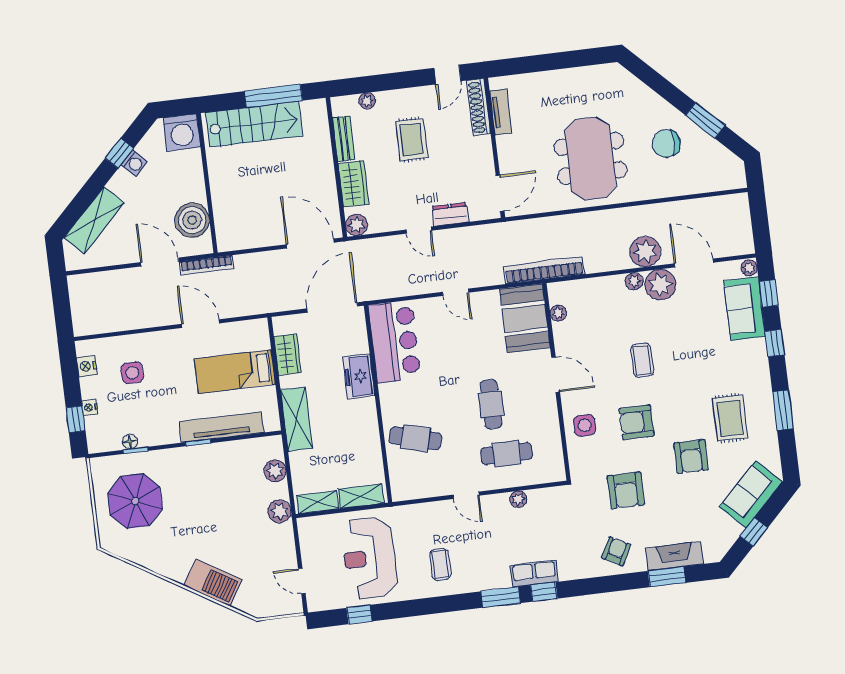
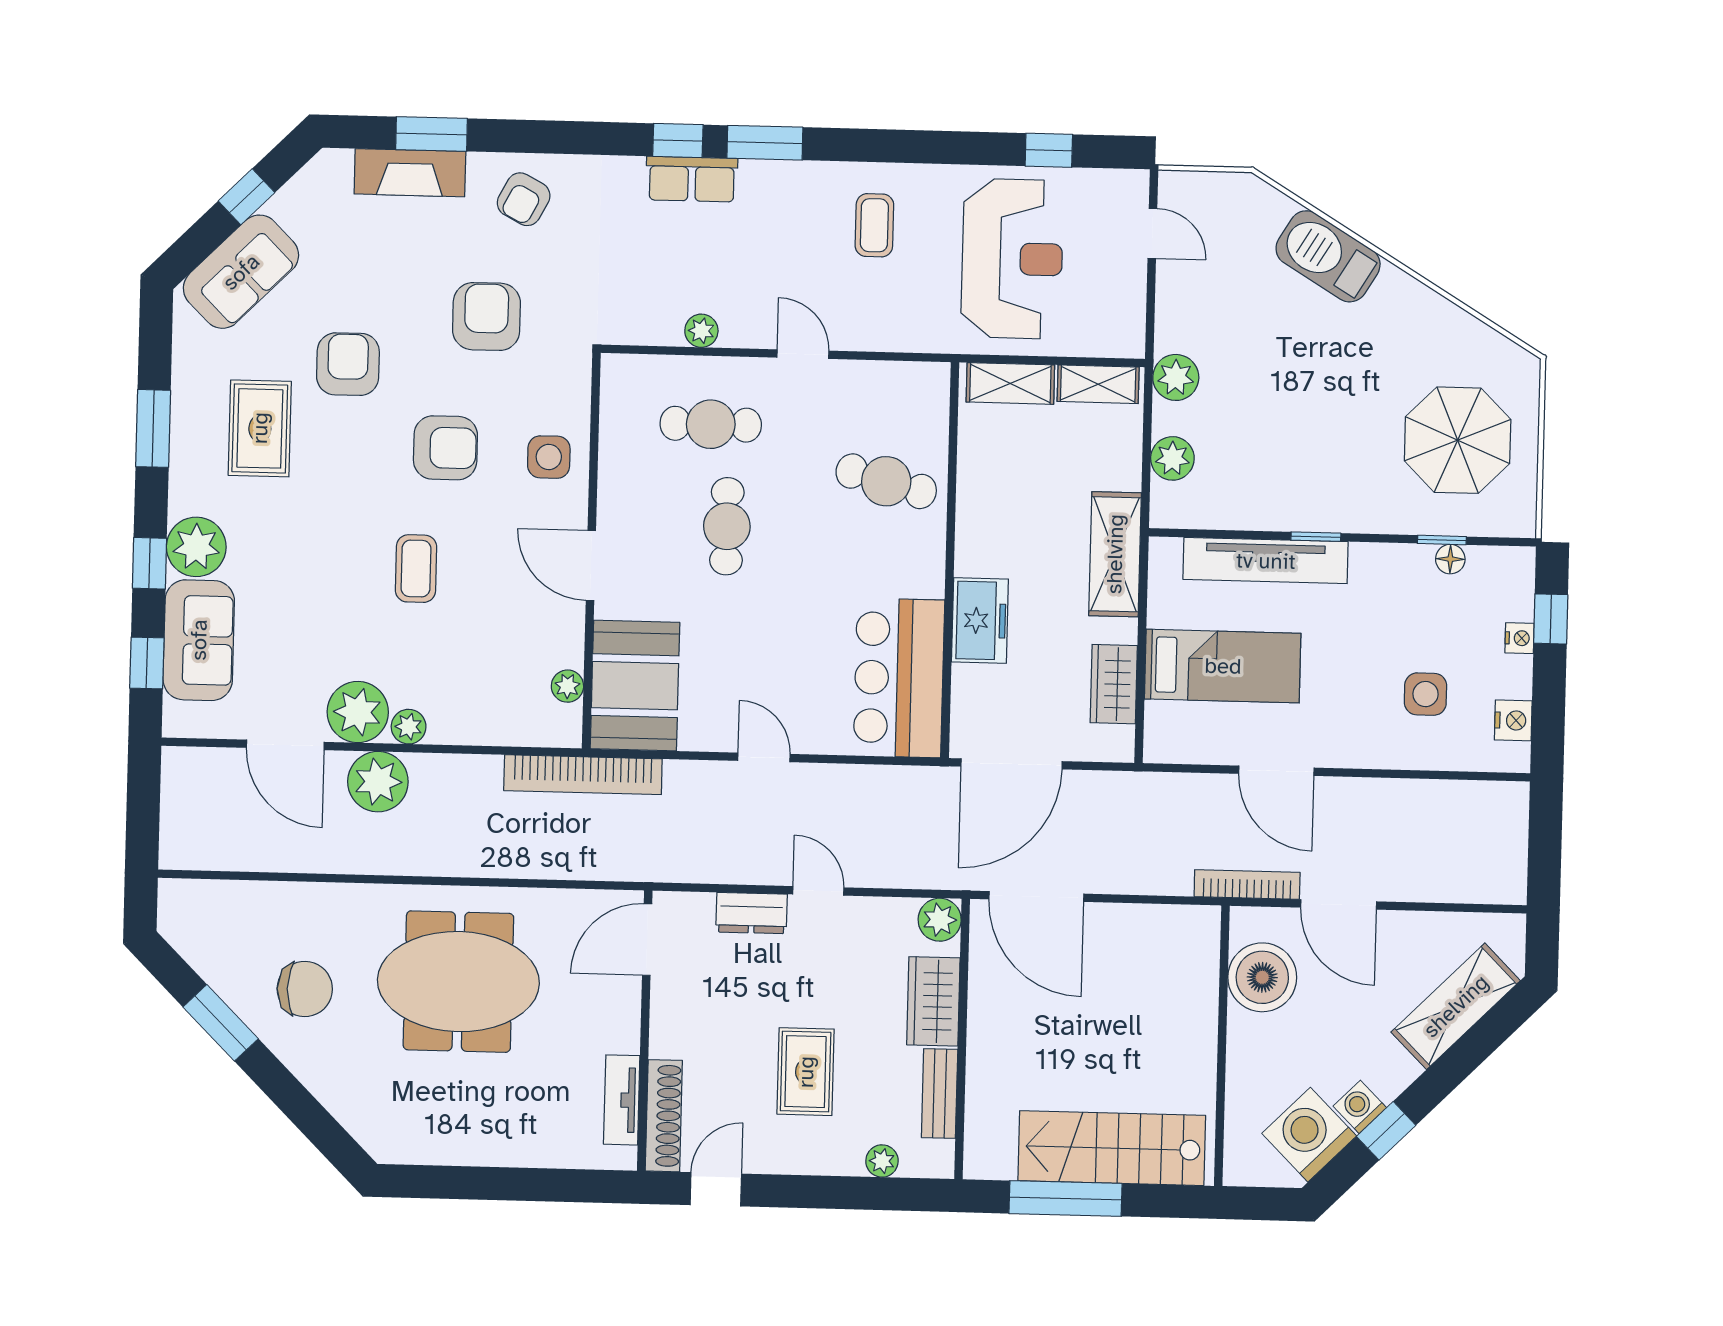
washing machine: (182, 132) -> (1309, 1135), moved, turned -45
meeting table: (590, 158) -> (458, 982), turned 90
plant: (749, 268) -> (196, 547), moved, width x1.88, depth x1.88

